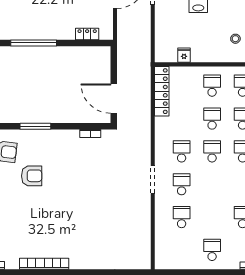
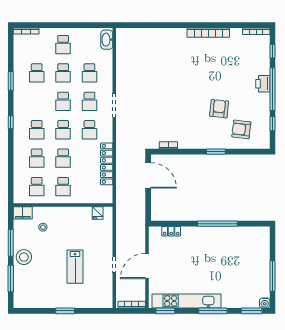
fridge: (184, 55) -> (98, 213), moved
locker: (162, 91) -> (107, 164), moved
window: (35, 126) -> (216, 152), width x0.69
armchair: (32, 176) -> (219, 109), turned 96
school desk: (212, 184) -> (63, 101), added
school desk: (212, 217) -> (63, 73), added
washbasin: (162, 256) -> (107, 40), added

